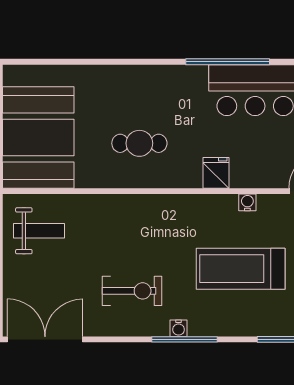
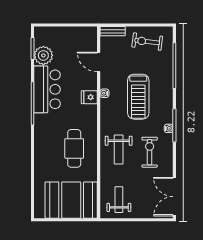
cafe table: (139, 143) -> (74, 148), width x1.37, depth x1.35
fridge: (216, 173) -> (89, 97), moved
weight bench: (137, 230) -> (119, 149), added

